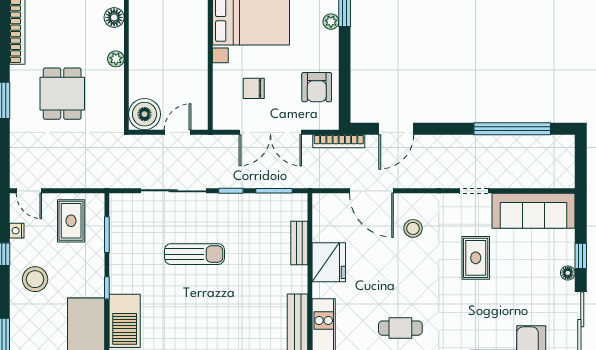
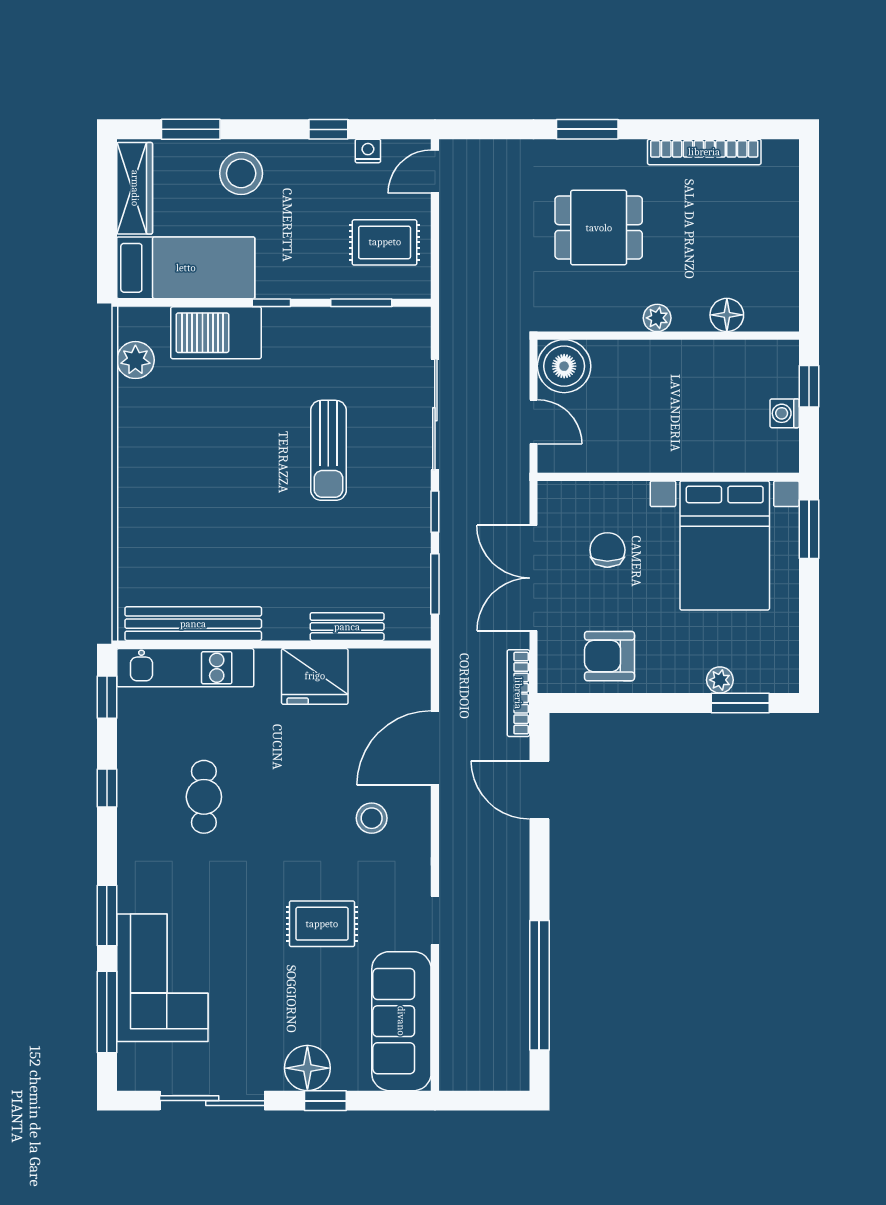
floor lamp: (568, 273) -> (307, 1068), width x1.89, depth x1.89
stool: (35, 279) -> (241, 173), moved

